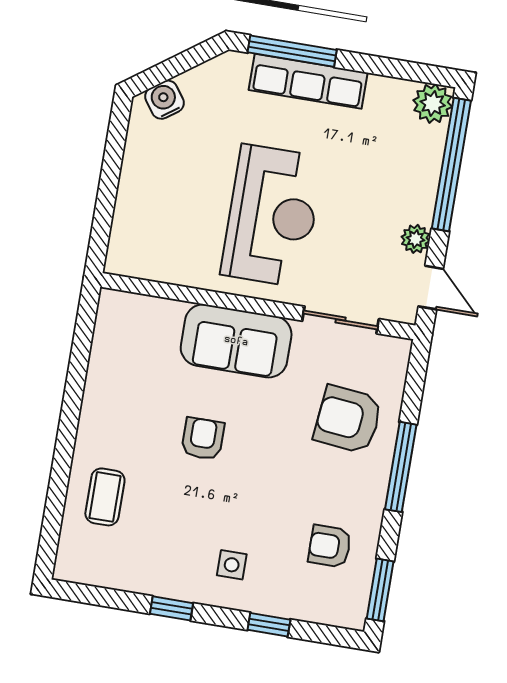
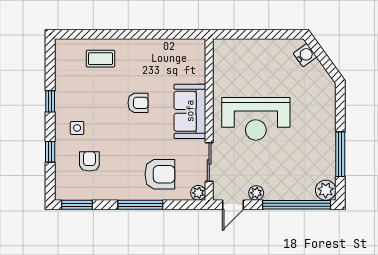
window: (292, 51) -> (340, 154), moved
row of seats: (308, 81) -> (326, 126), removed
plant: (397, 351) -> (198, 193), added
armchair: (348, 419) -> (160, 174), turned 84
armchair: (330, 546) -> (89, 161), moved

